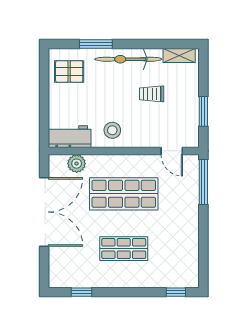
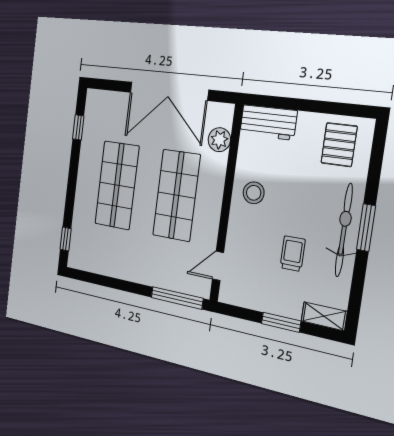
window: (96, 44) -> (366, 228), moved
shelving: (179, 55) -> (324, 316), moved, turned 90
window: (203, 111) -> (281, 322), moved
workbench: (70, 137) -> (268, 122), moved, turned 90
shop shelf: (124, 249) -> (117, 185), width x1.43, depth x1.36

